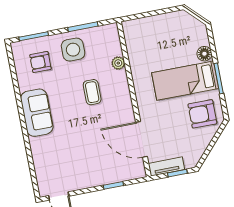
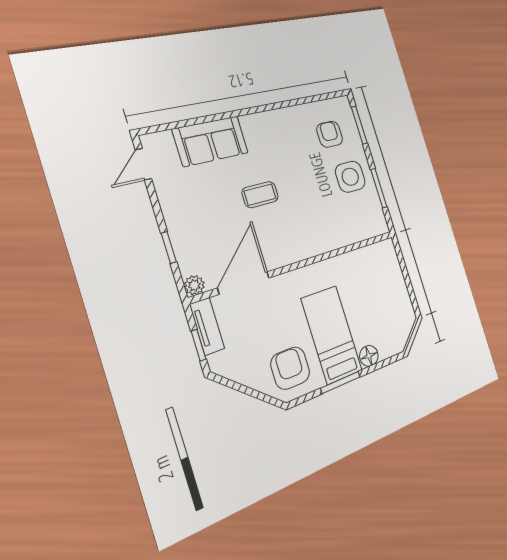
plant: (118, 63) -> (194, 285), moved
coffee table: (92, 92) -> (260, 195), moved
sofa: (37, 113) -> (211, 141), moved

